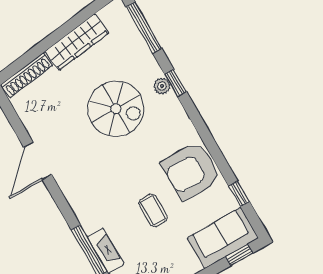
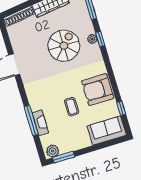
spiral stairs: (116, 109) -> (64, 46), turned -90
window: (239, 255) -> (114, 142), removed

